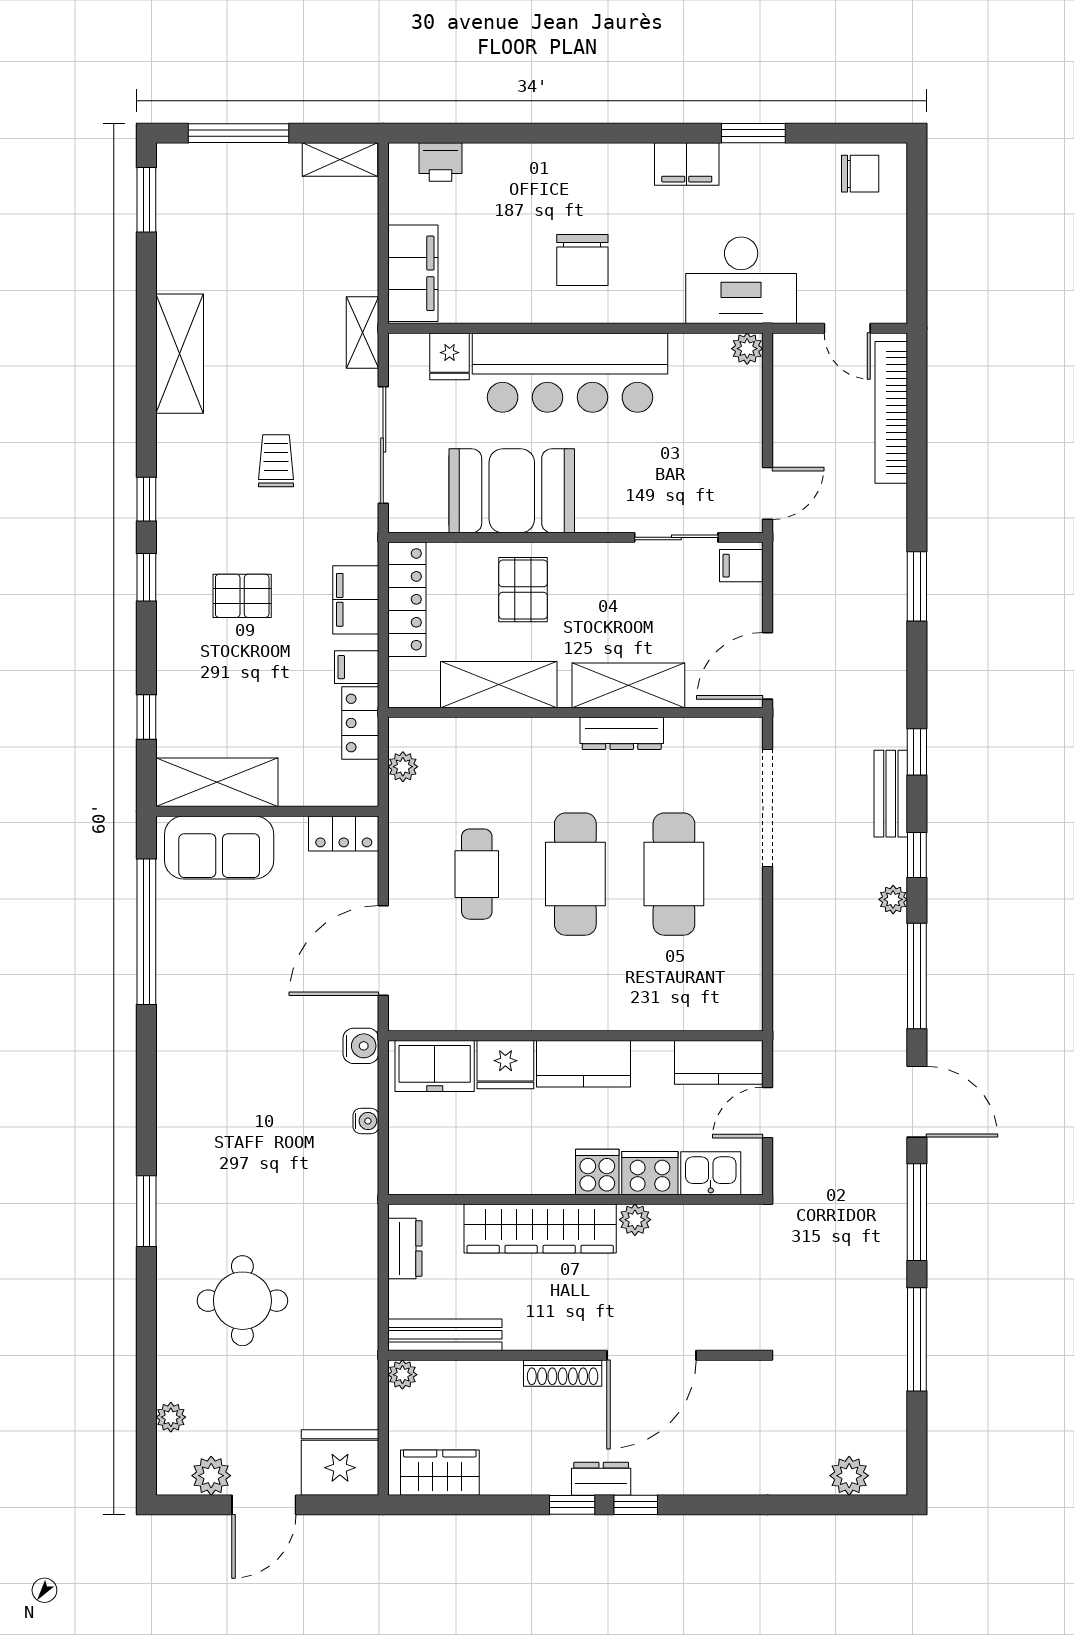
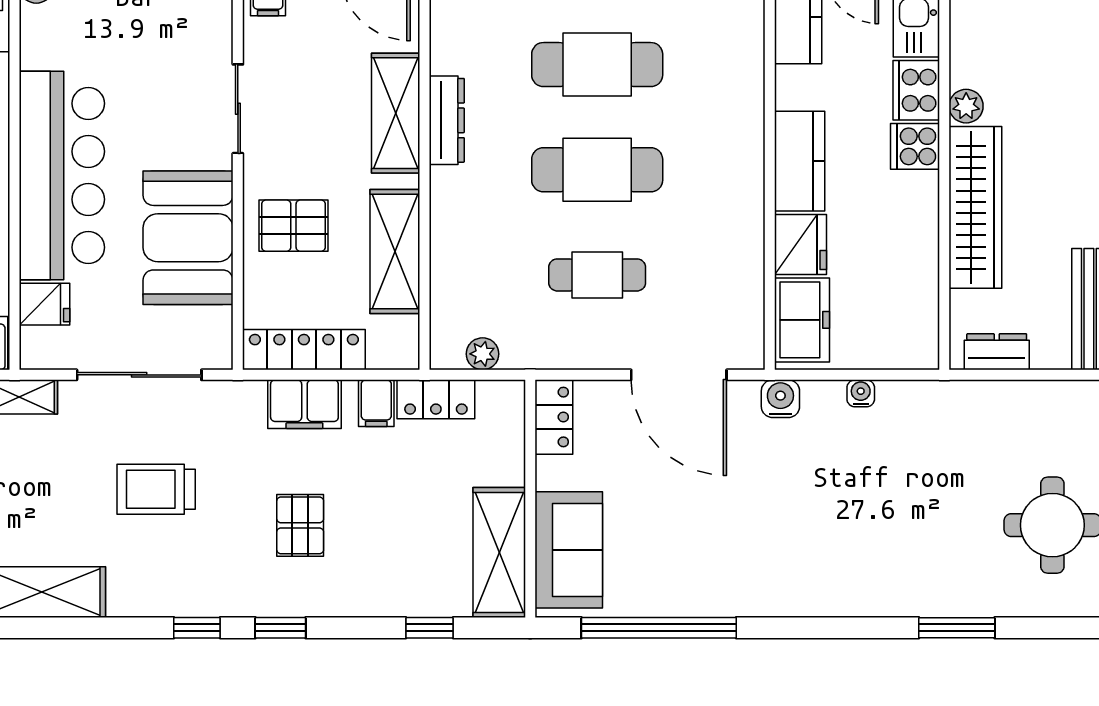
trolley: (276, 461) -> (156, 489), width x1.36, depth x1.39
sliding door: (676, 537) -> (238, 109), moved

